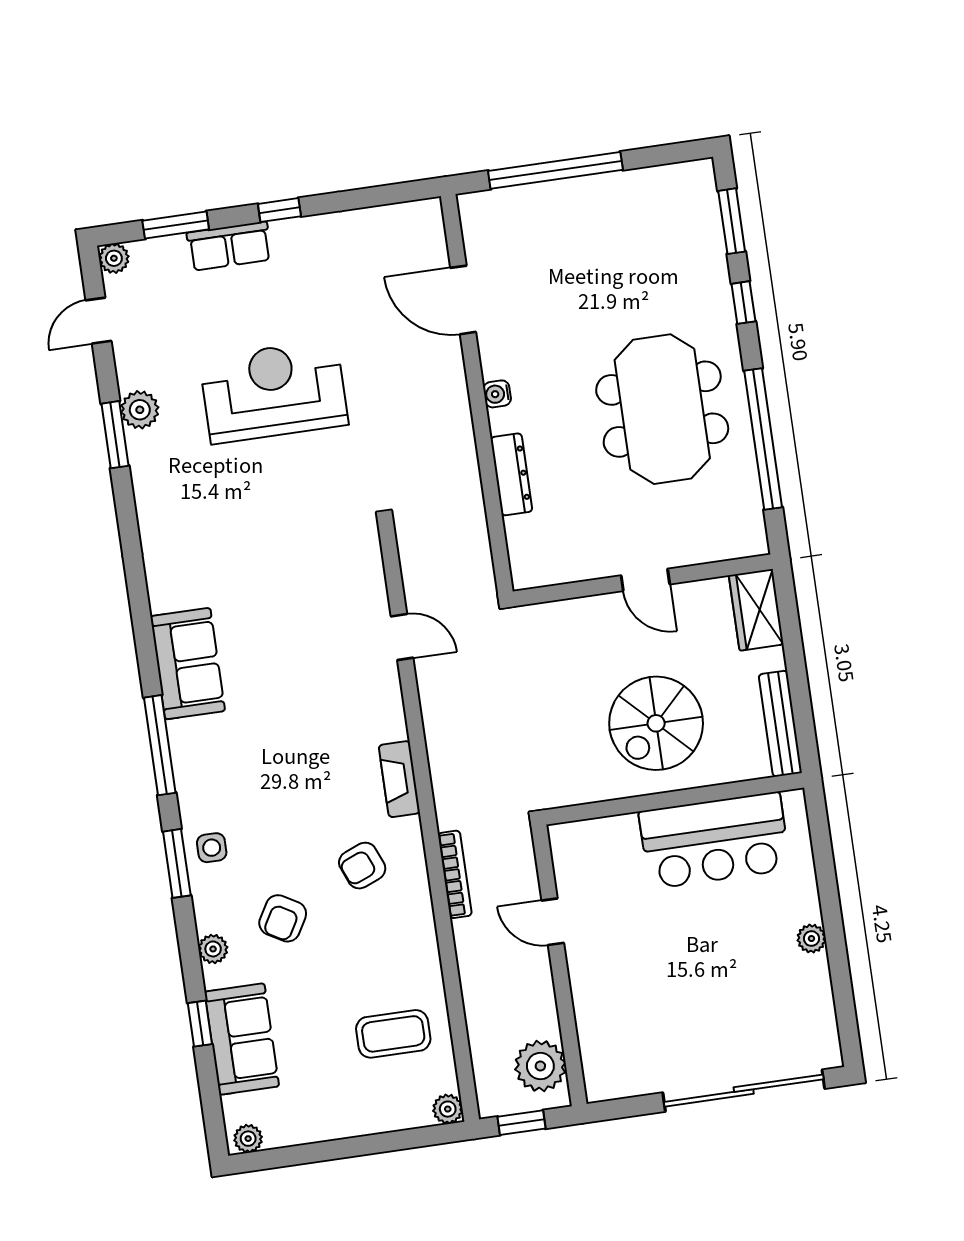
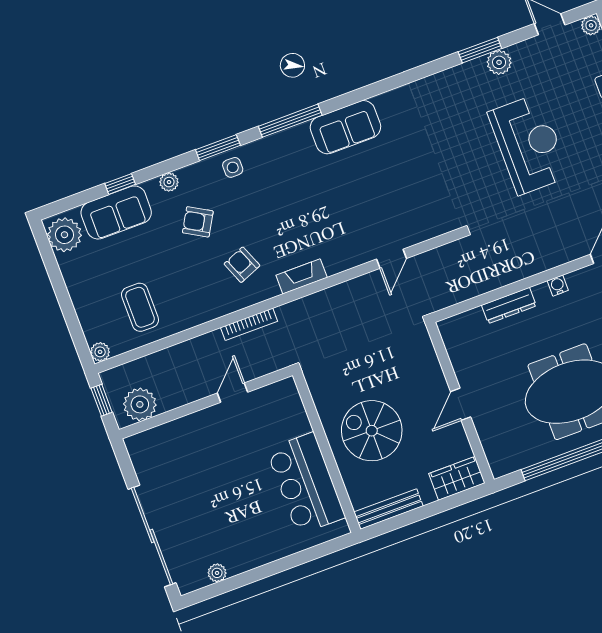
plant: (811, 939) -> (217, 573), moved
plant: (248, 1139) -> (64, 235), width x1.88, depth x1.88

